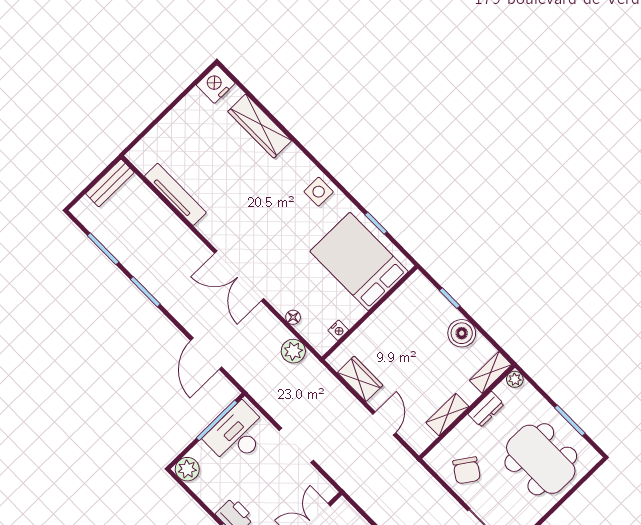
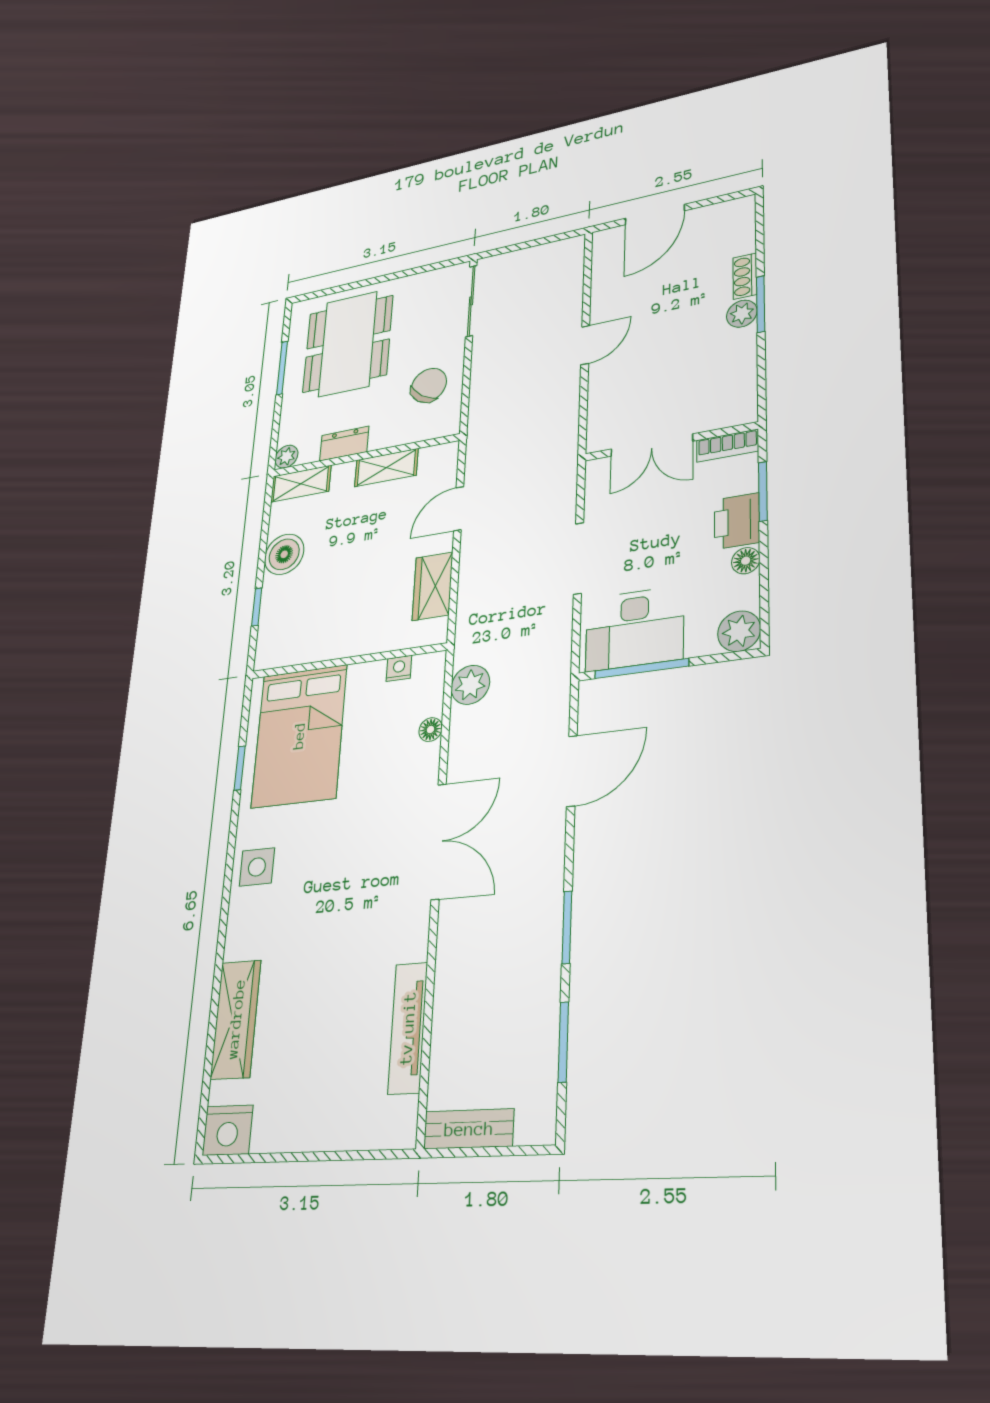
floor lamp: (214, 502) -> (746, 561), added

